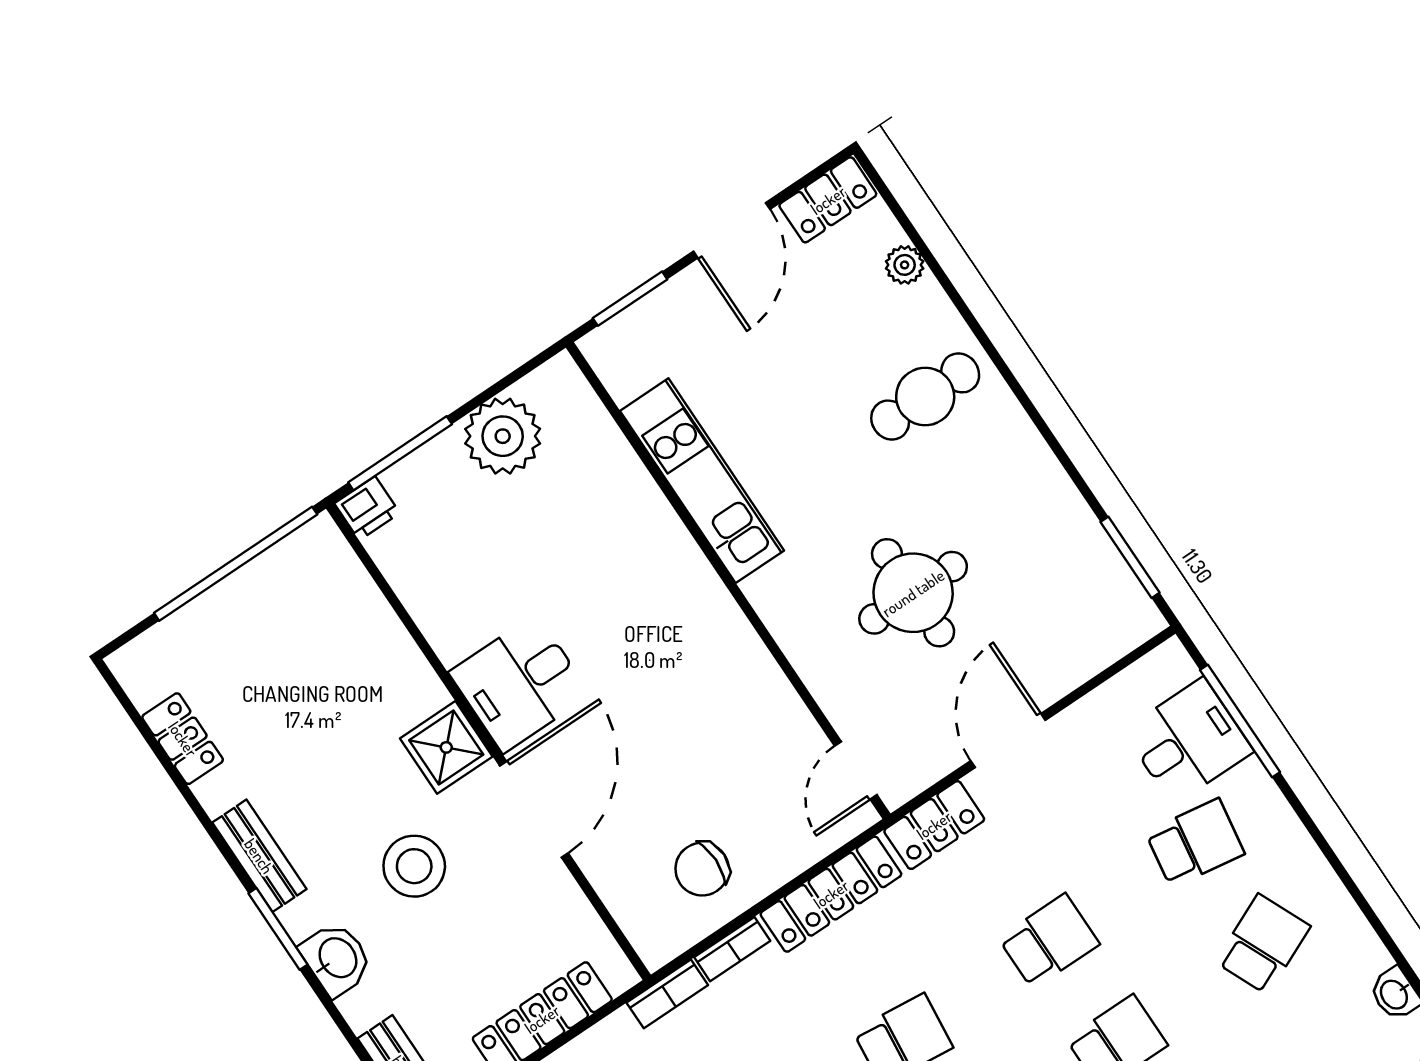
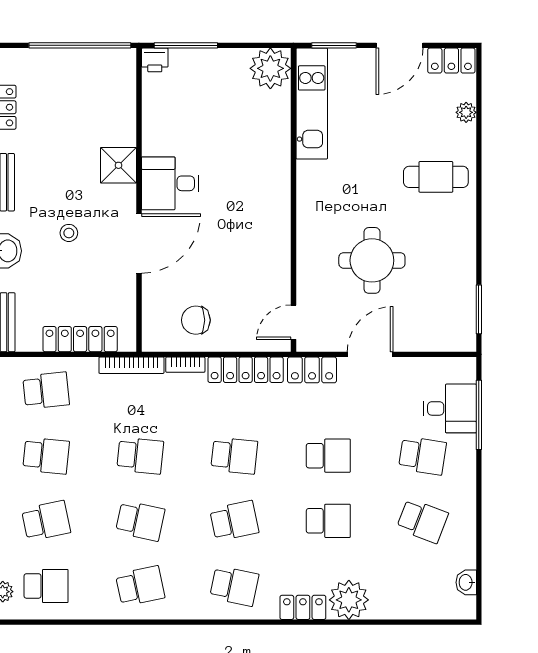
plant: (503, 436) -> (270, 68), moved
kitchen unit: (702, 481) -> (312, 104), moved
shower: (446, 747) -> (118, 165), moved
stool: (414, 866) -> (69, 233), width x0.53, depth x0.53
school desk: (1263, 944) -> (422, 521), turned 45
bookcase: (667, 994) -> (131, 365), width x1.56

